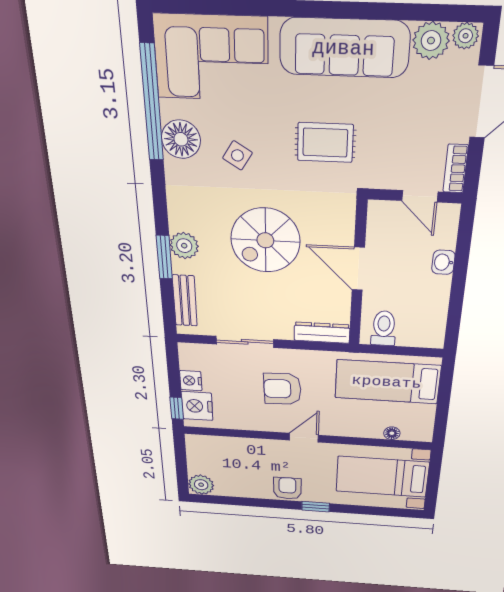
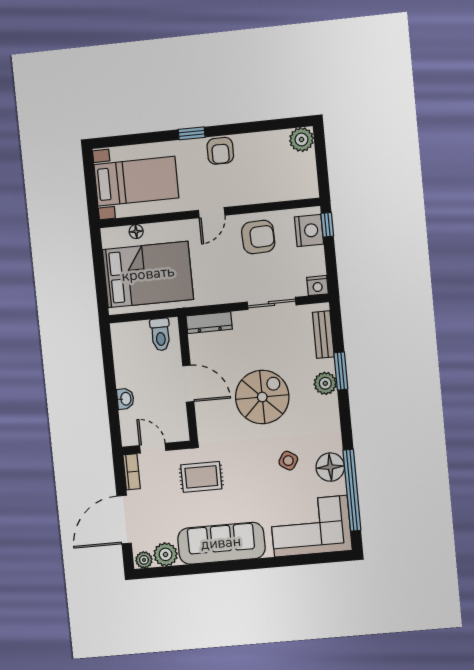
rug: (325, 143) -> (201, 477), moved
nightstand: (191, 381) -> (318, 286), moved, turned 90
bed: (387, 382) -> (148, 274), width x1.50
armchair: (282, 389) -> (258, 237), moved

